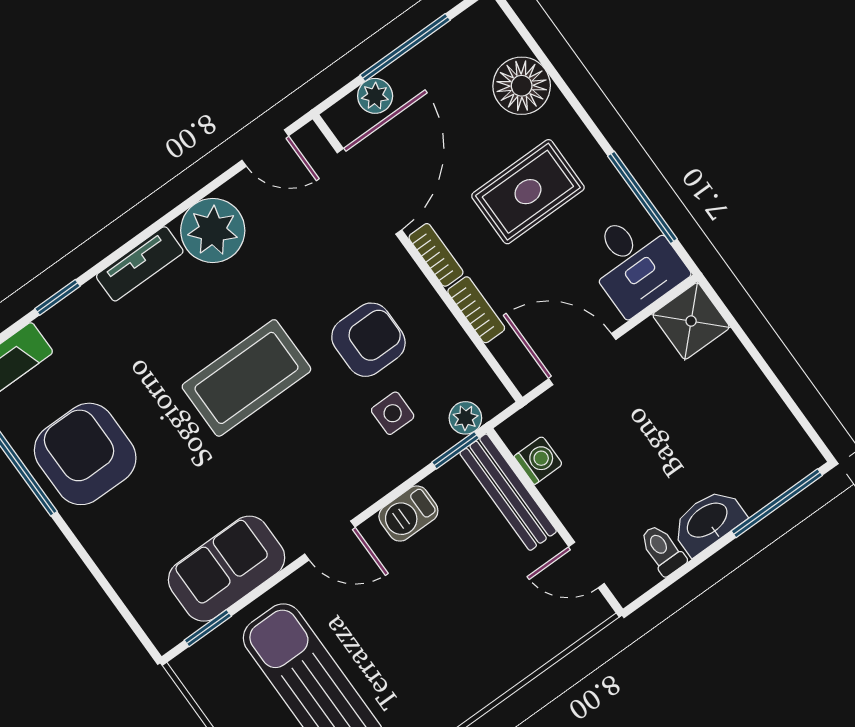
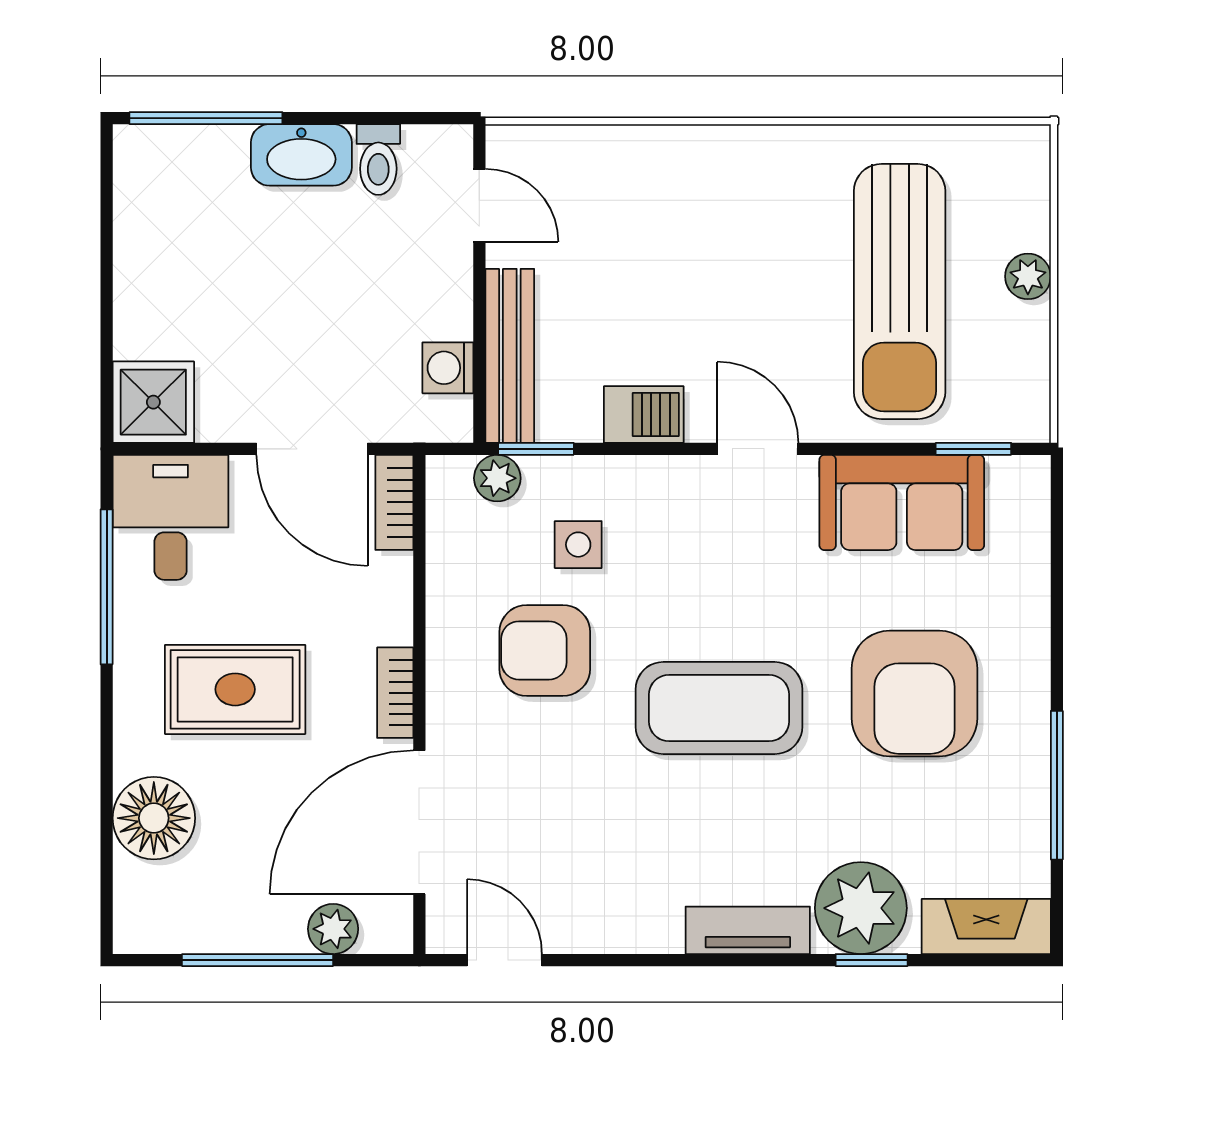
plant: (213, 230) -> (861, 908), moved
bookcase: (476, 310) -> (394, 502), moved
armchair: (85, 454) -> (914, 693), moved

